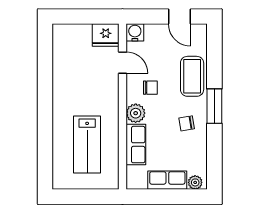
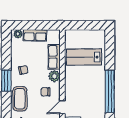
door: (122, 63) -> (62, 107), hinge flipped
window: (45, 88) -> (110, 91), added
lab bench: (87, 145) -> (84, 57), turned -90

